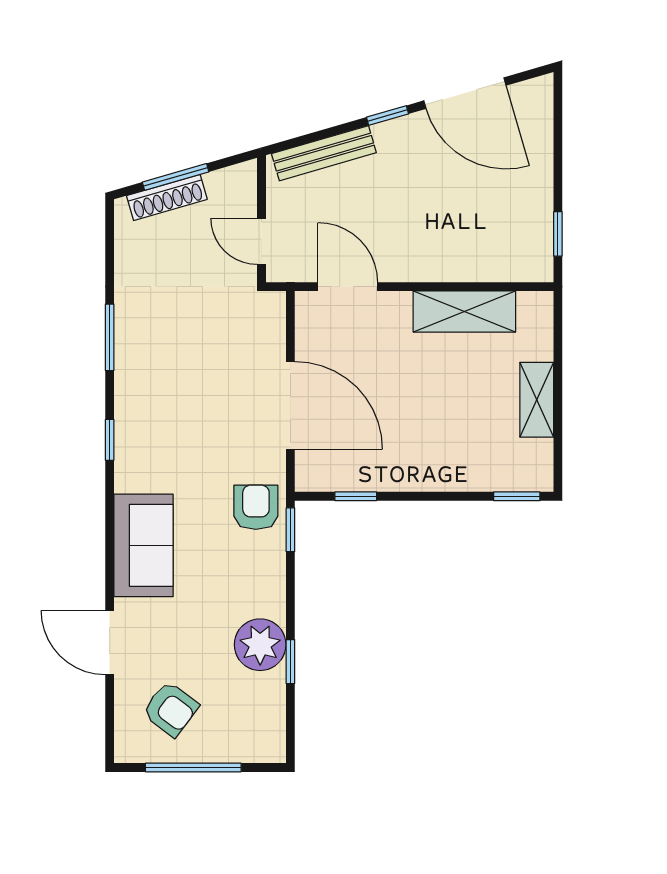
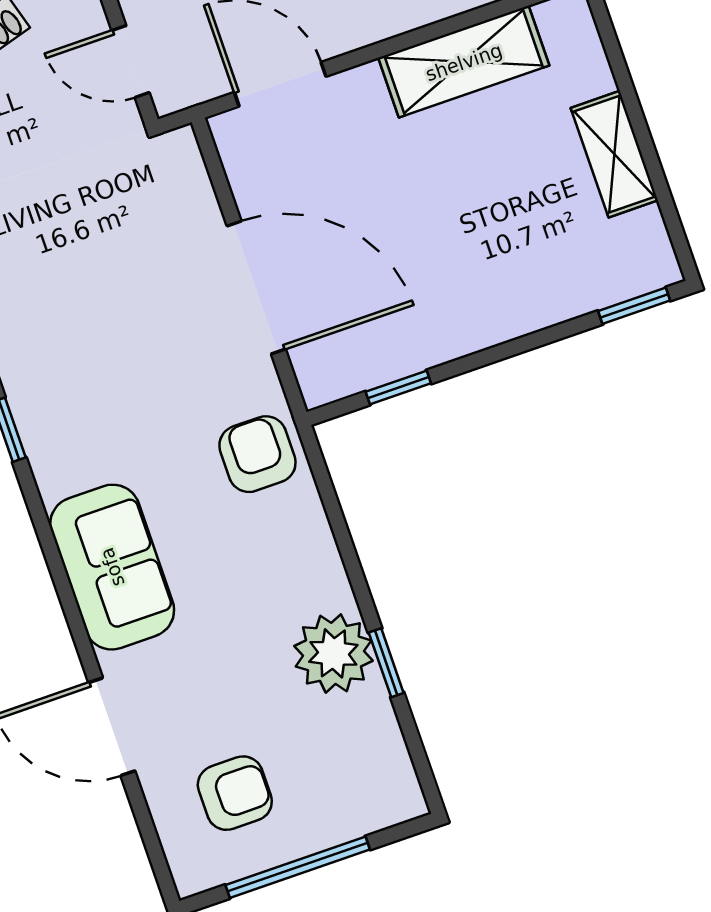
window: (290, 530) -> (319, 470), removed
armchair: (171, 709) -> (235, 793), turned -37

